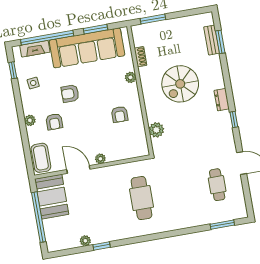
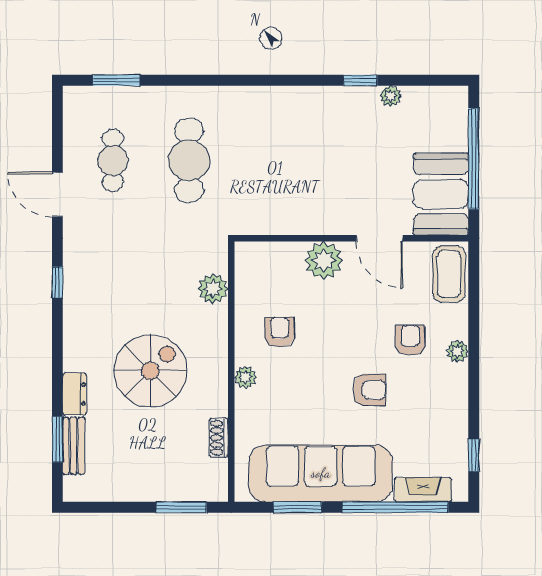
plant: (131, 77) -> (245, 377), moved
side table: (33, 83) -> (438, 423), removed
dresser: (222, 100) -> (74, 394), moved
plant: (100, 159) -> (324, 261), width x1.87, depth x1.87
cafe table: (142, 198) -> (189, 160), moved

